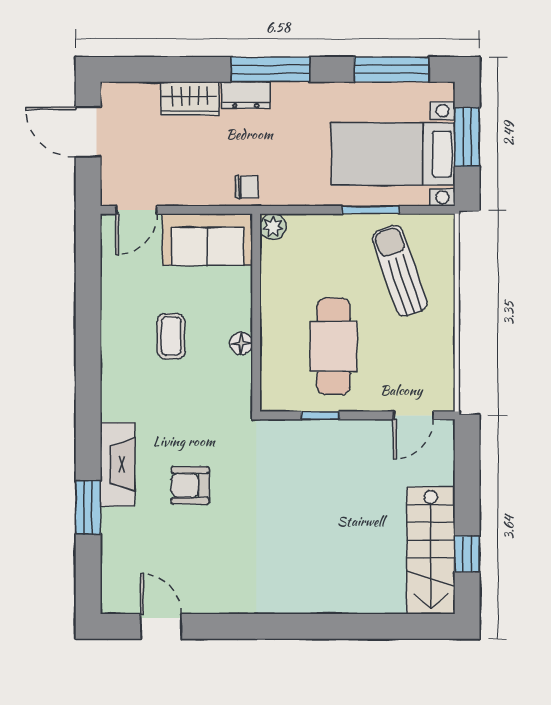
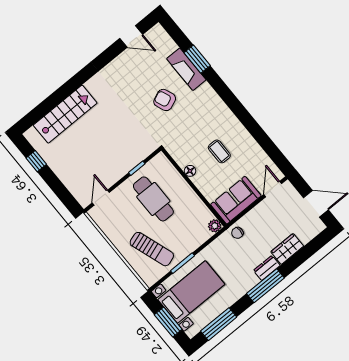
fireplace: (118, 464) -> (186, 69), moved
armchair: (190, 485) -> (165, 100), turned -112
stairs: (431, 550) -> (65, 114), moved, turned 90

